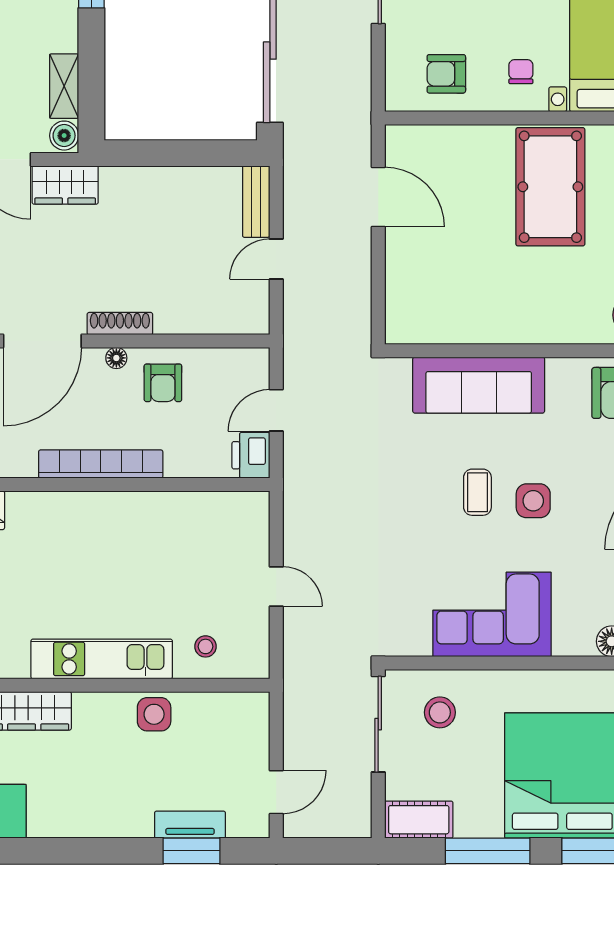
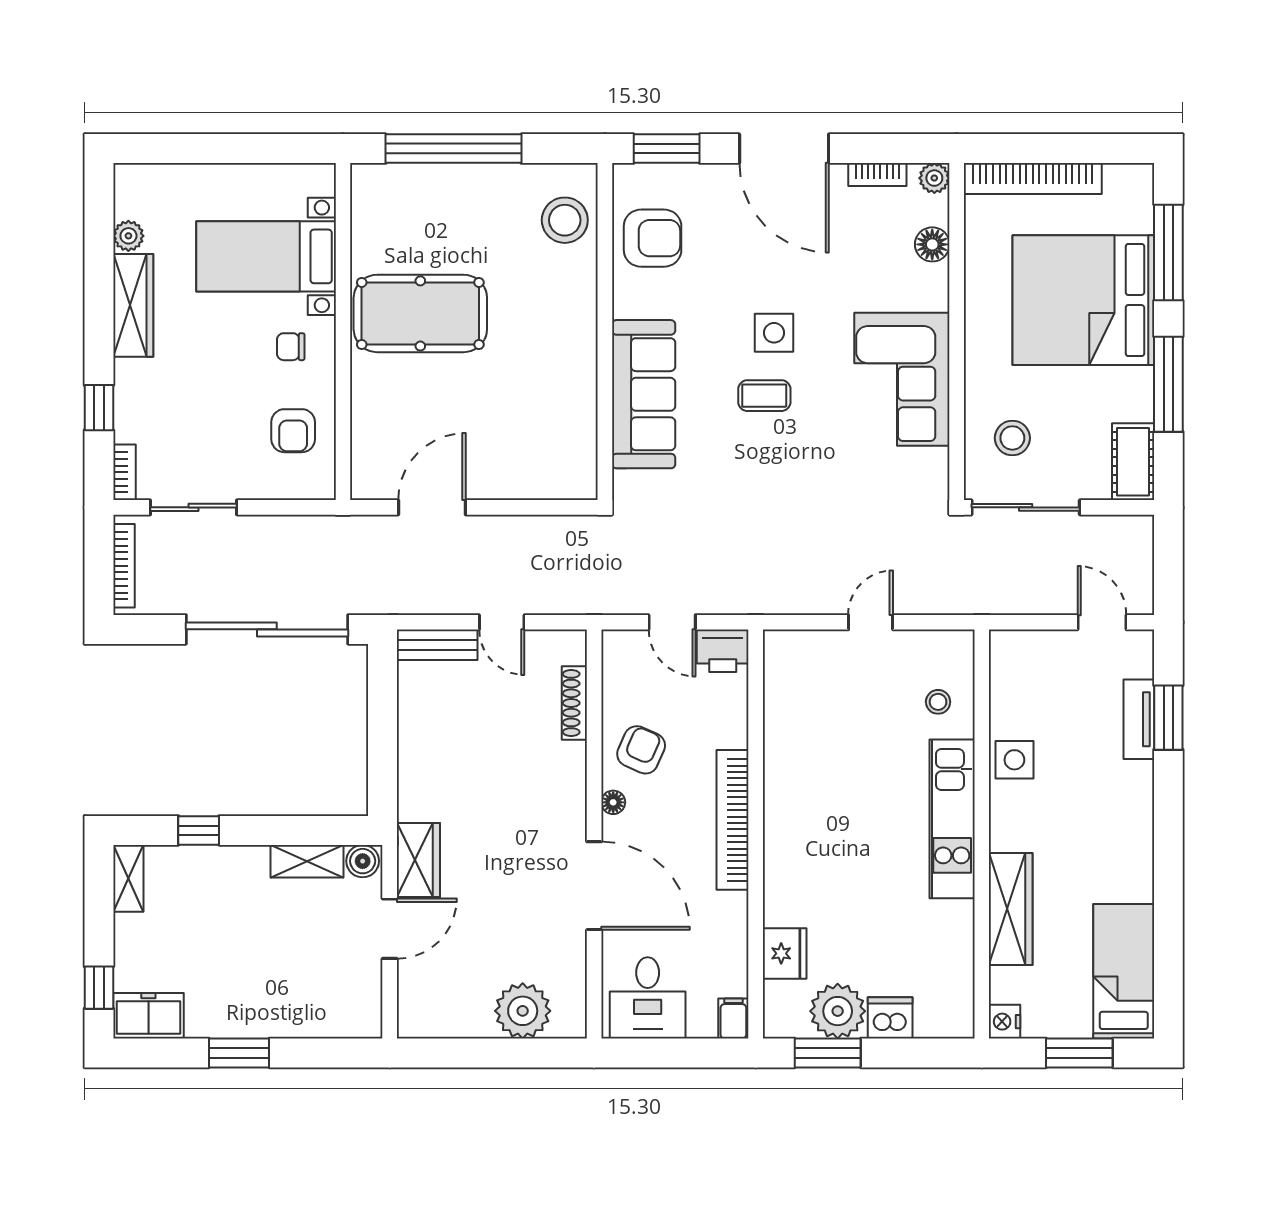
shoe rack: (120, 324) -> (574, 703), moved
armchair: (163, 383) -> (641, 750), turned -66

